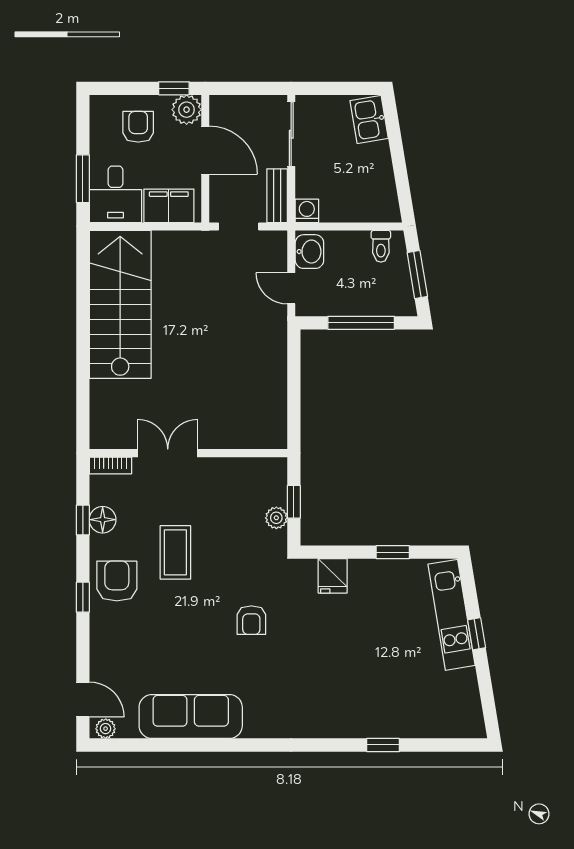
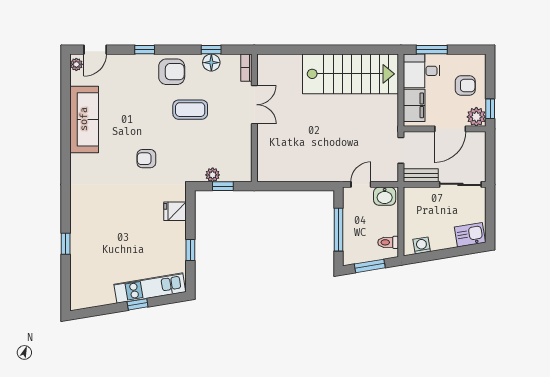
washing machine: (307, 211) -> (422, 245), moved, turned -99
window: (83, 597) -> (145, 50), moved

